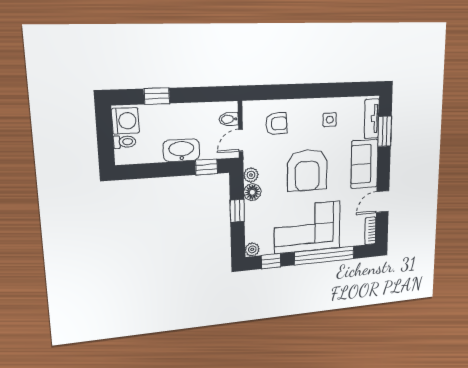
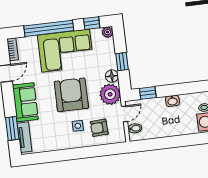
window: (157, 96) -> (186, 140), removed
side table: (330, 120) -> (78, 126), moved
washbasin: (181, 150) -> (172, 101), width x0.52, depth x0.69
plant: (251, 175) -> (110, 94), width x1.88, depth x1.88

